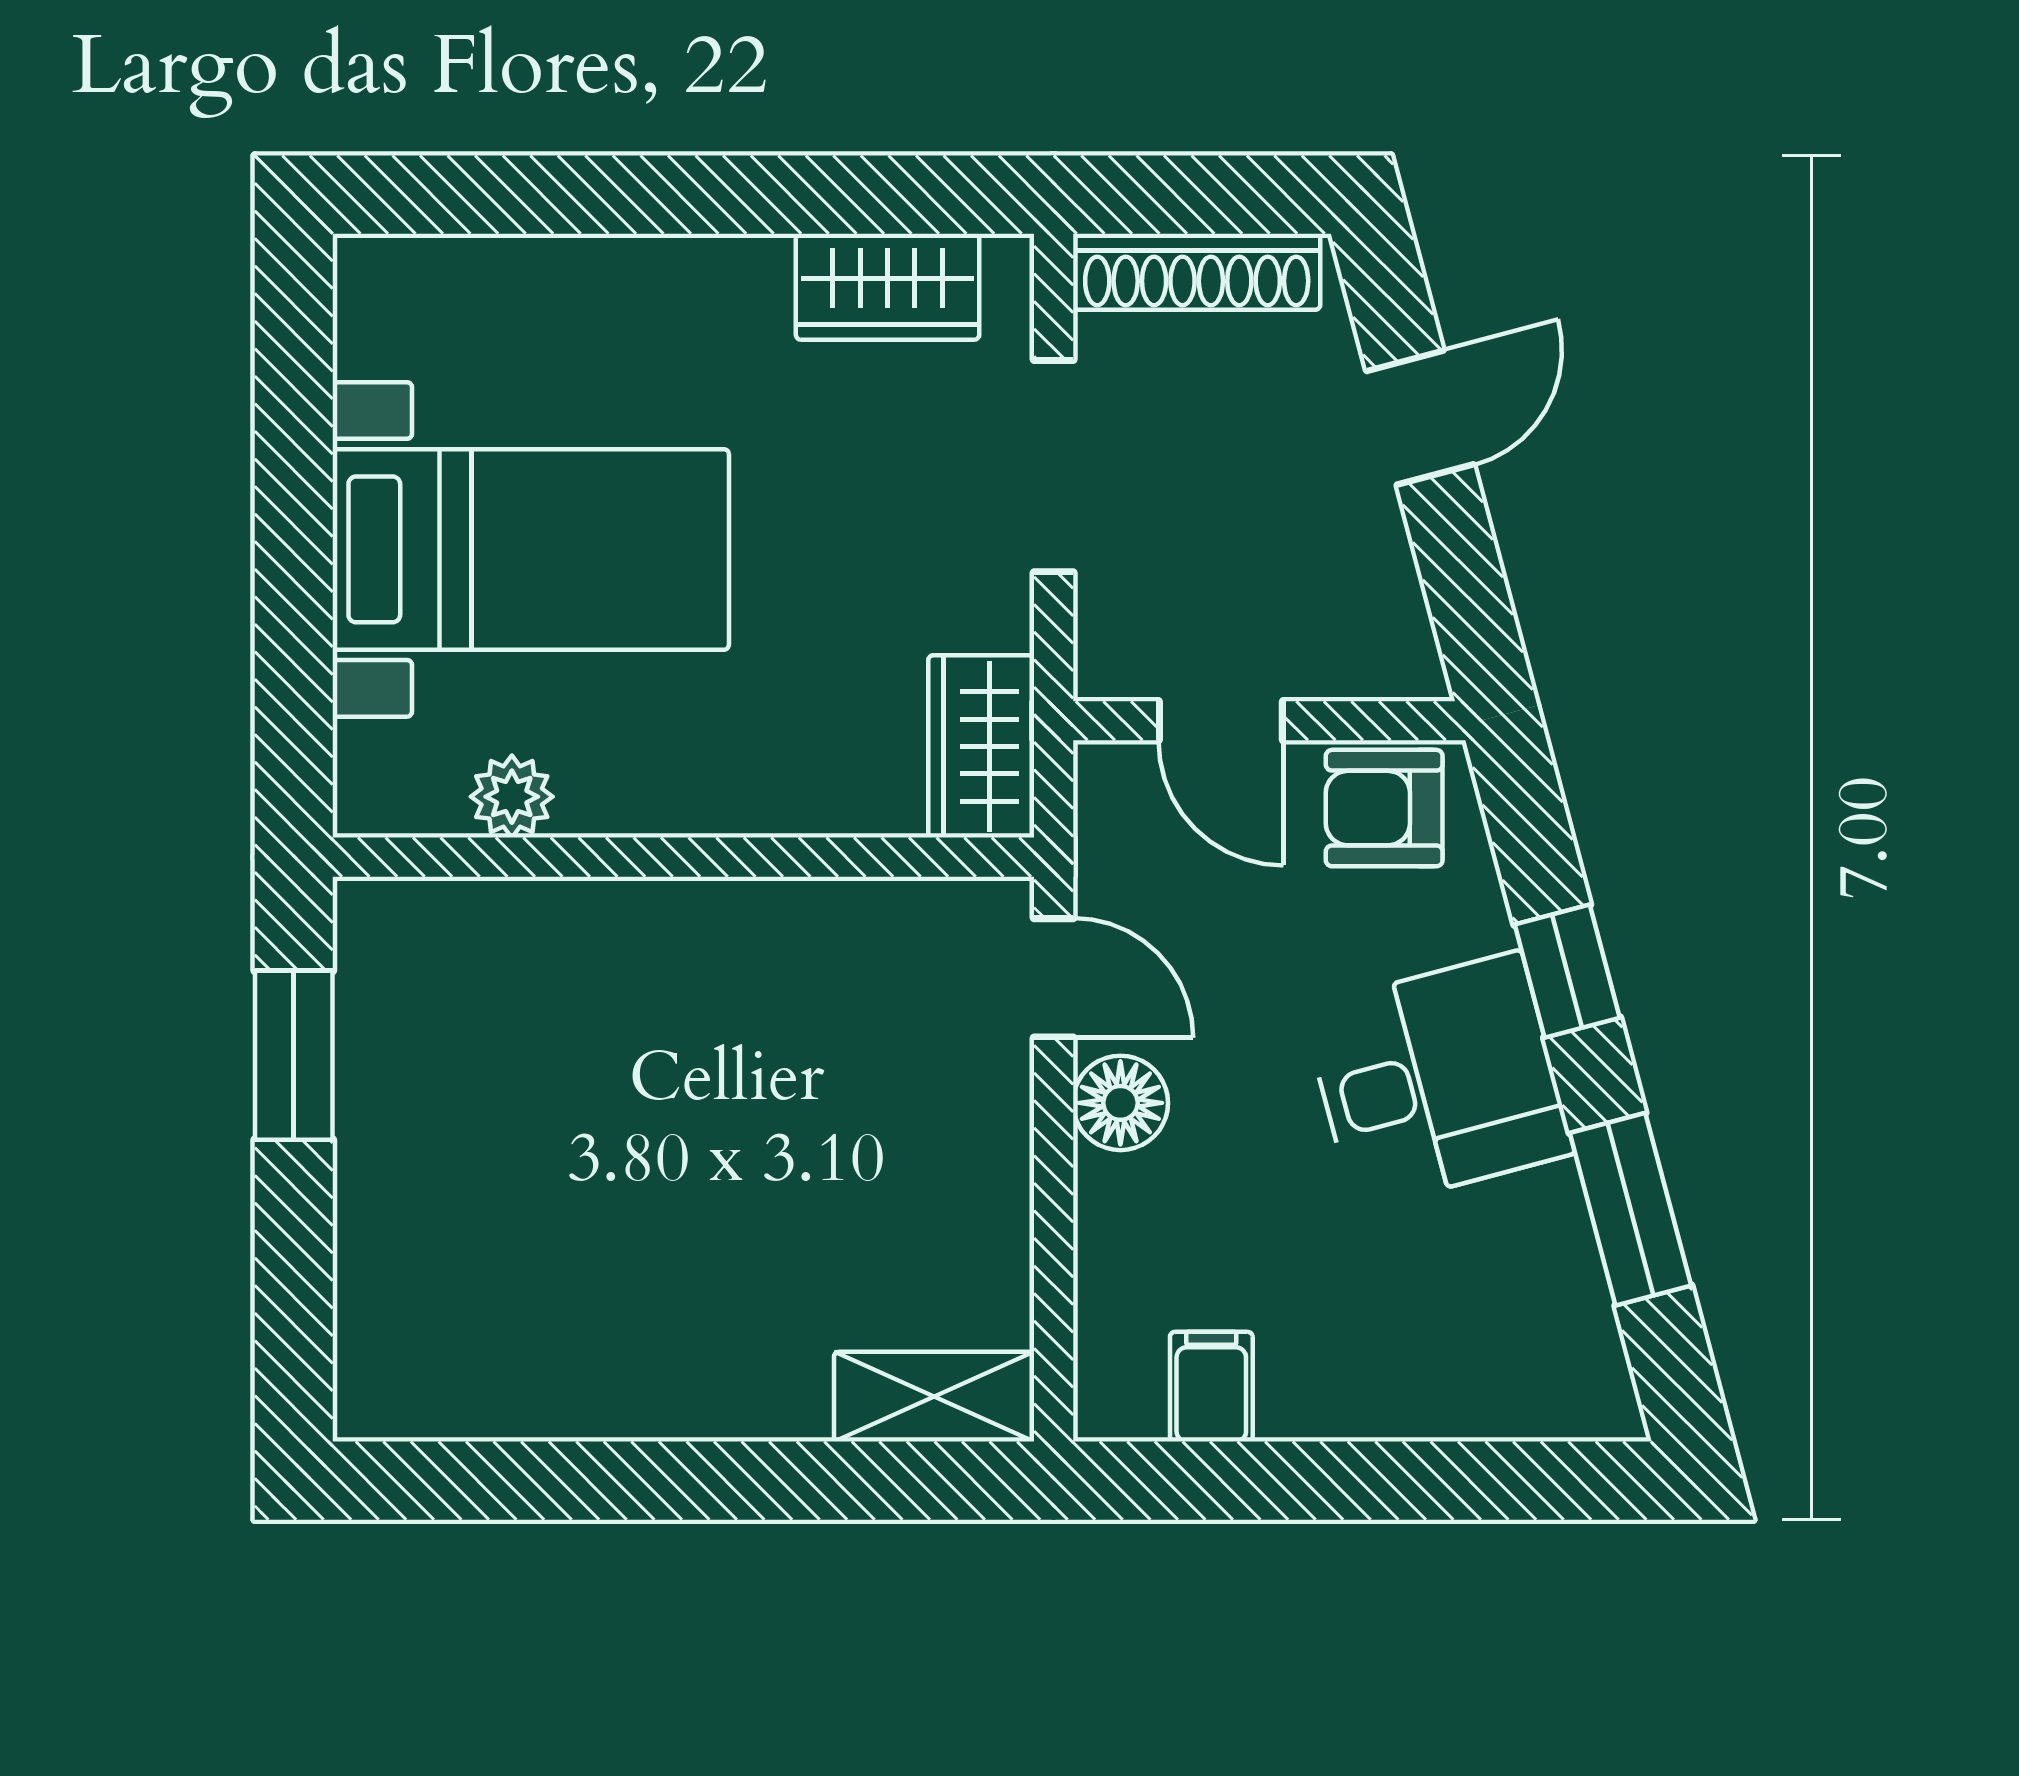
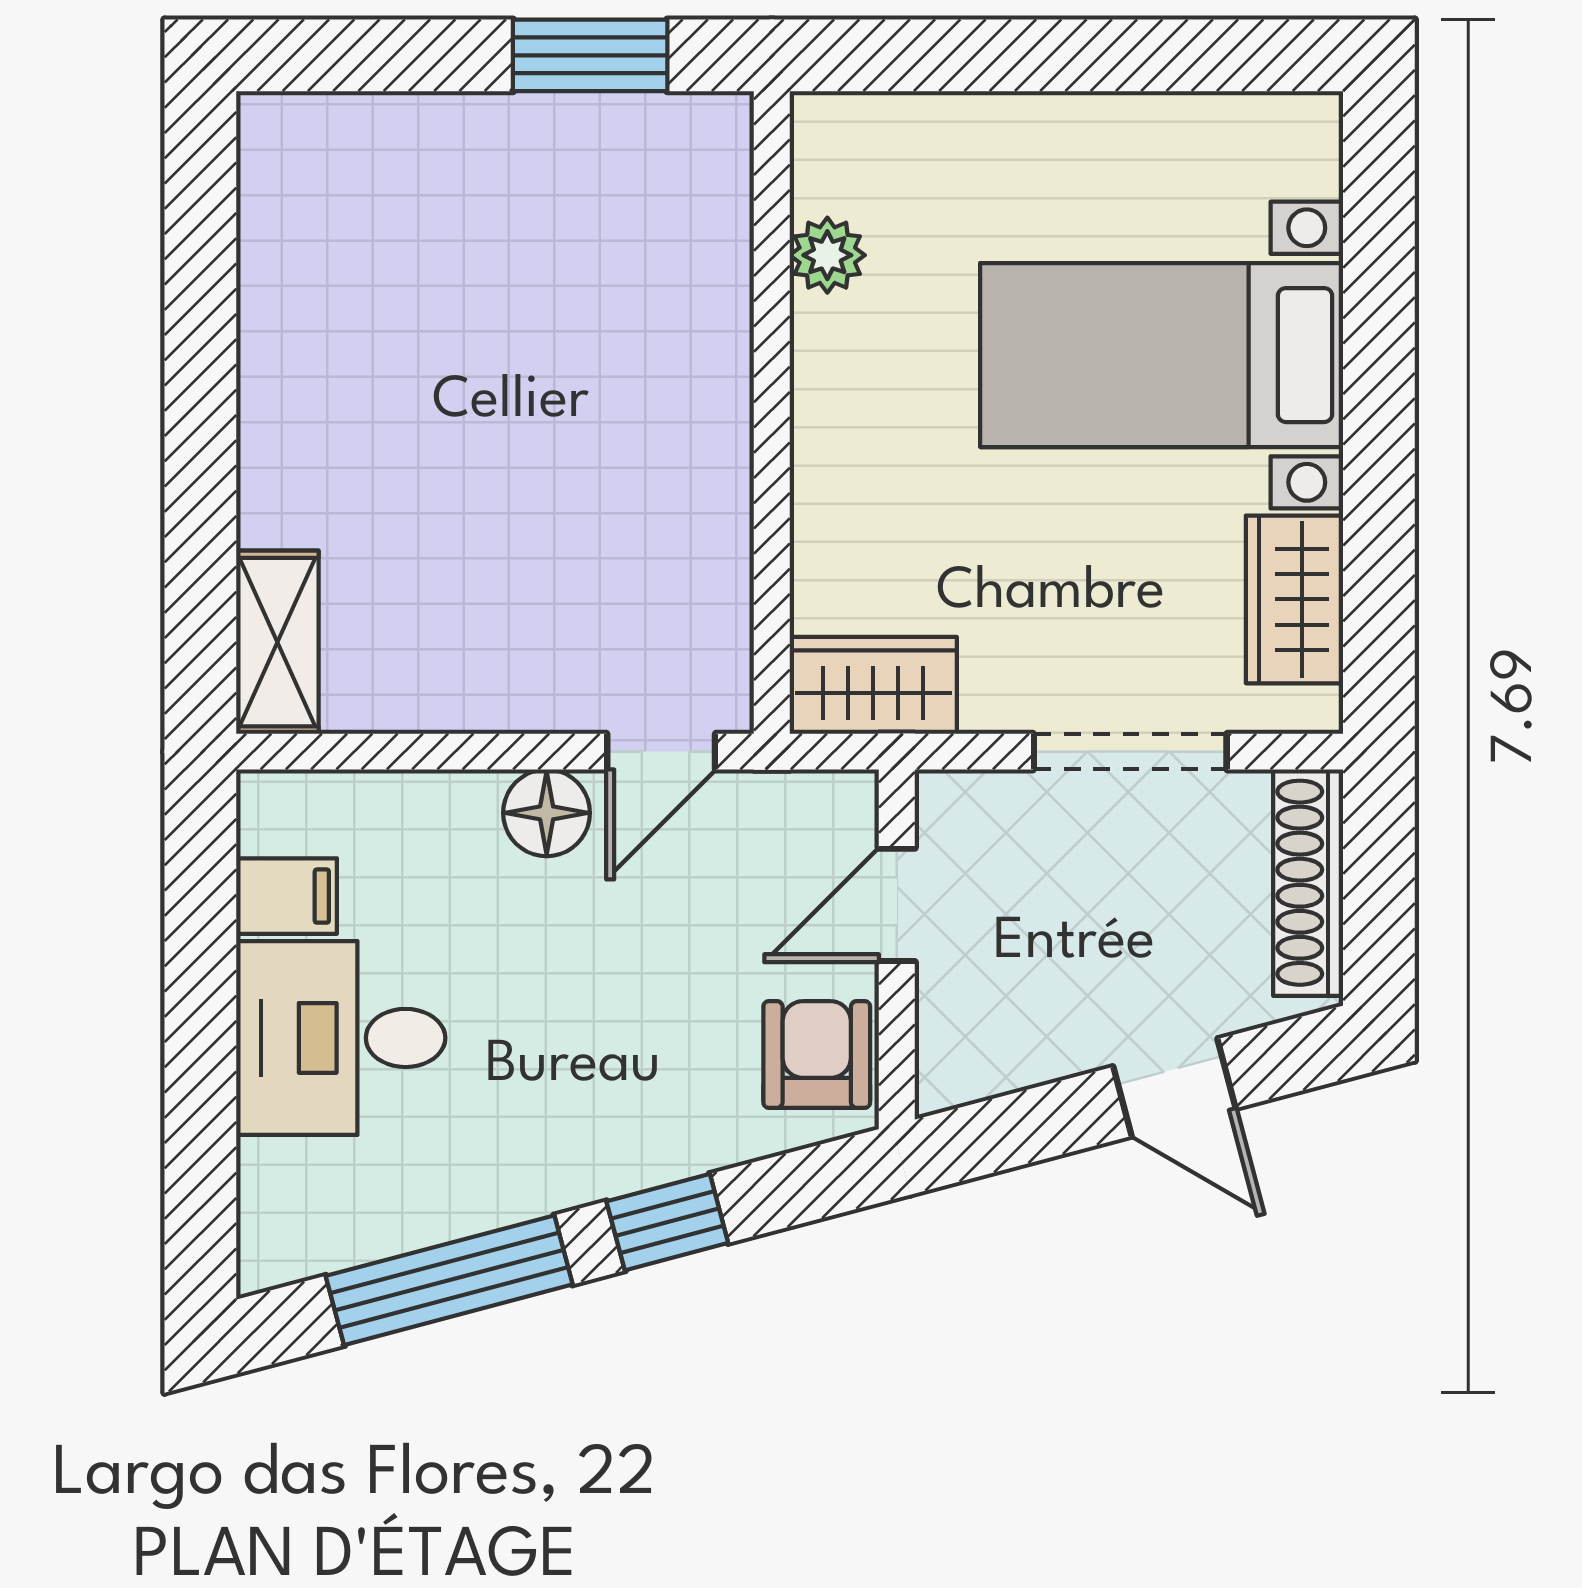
bed with nightstands: (531, 549) -> (1162, 355), moved, turned 90
desk: (1438, 1081) -> (341, 1038), moved, turned 105
window: (1630, 1209) -> (449, 1280), width x1.44

